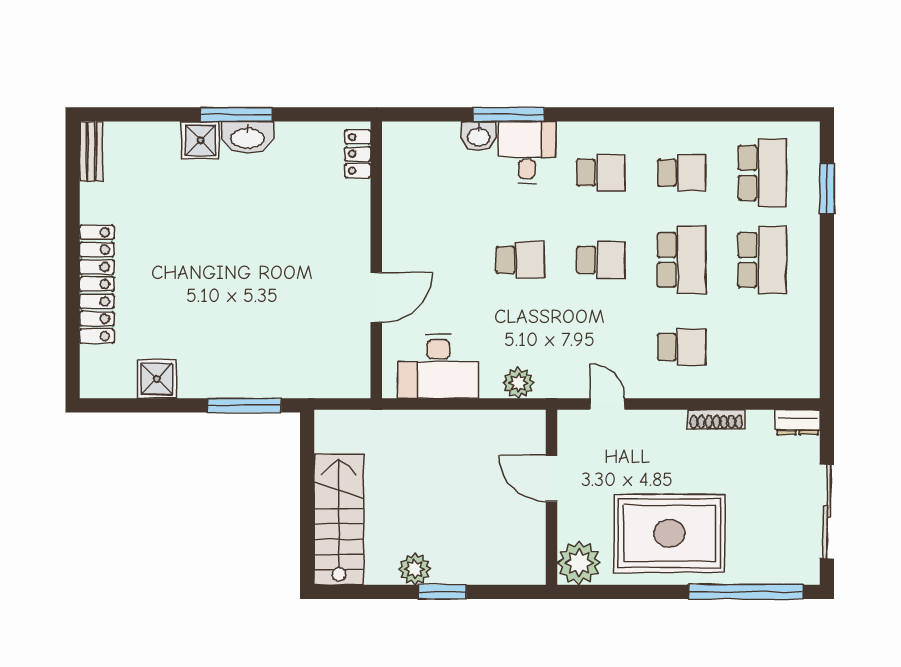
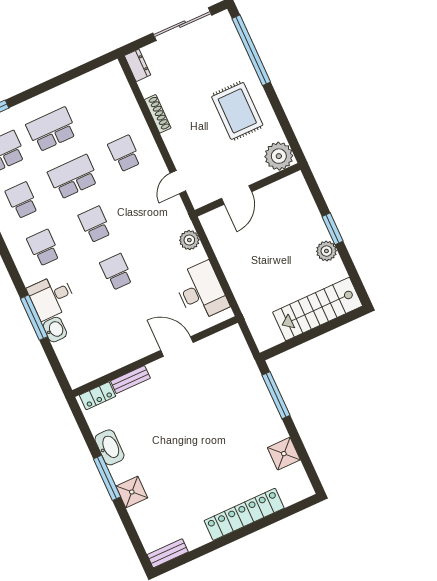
washbasin: (248, 137) -> (109, 447), moved
bench: (360, 210) -> (130, 380), added
rug: (669, 533) -> (237, 111), width x0.73, depth x0.69

